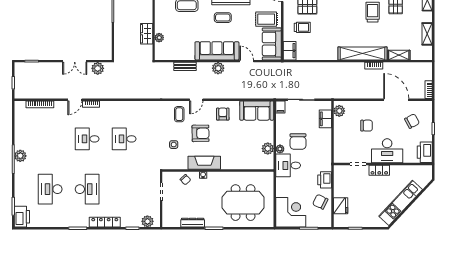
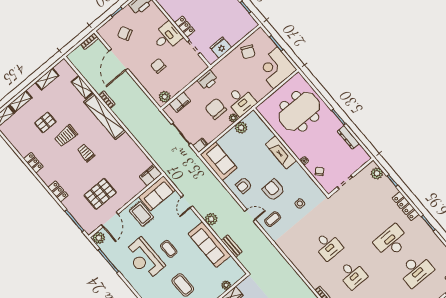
trolley: (302, 27) -> (86, 153), moved
sofa: (217, 51) -> (209, 245), moved
chair: (298, 141) -> (216, 109), turned -90
desk: (387, 151) -> (167, 37), width x0.73
fireplace: (204, 163) -> (281, 152), moved
printer: (325, 180) -> (208, 80), moved
meeting table: (243, 203) -> (299, 111), turned 90
fridge: (341, 206) -> (221, 47), moved

